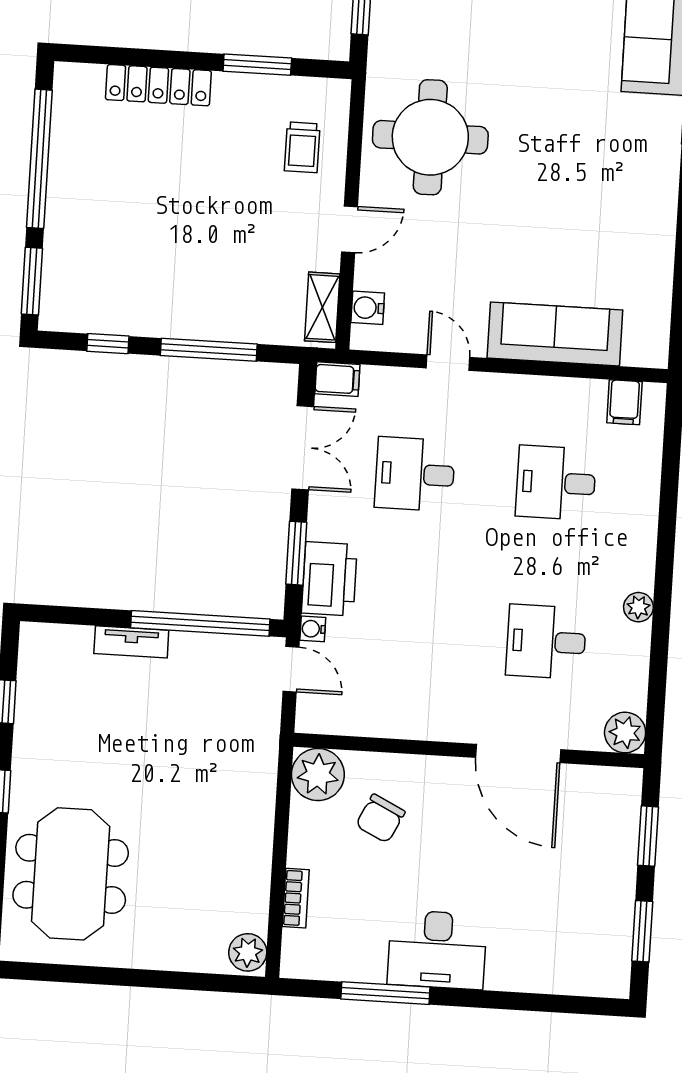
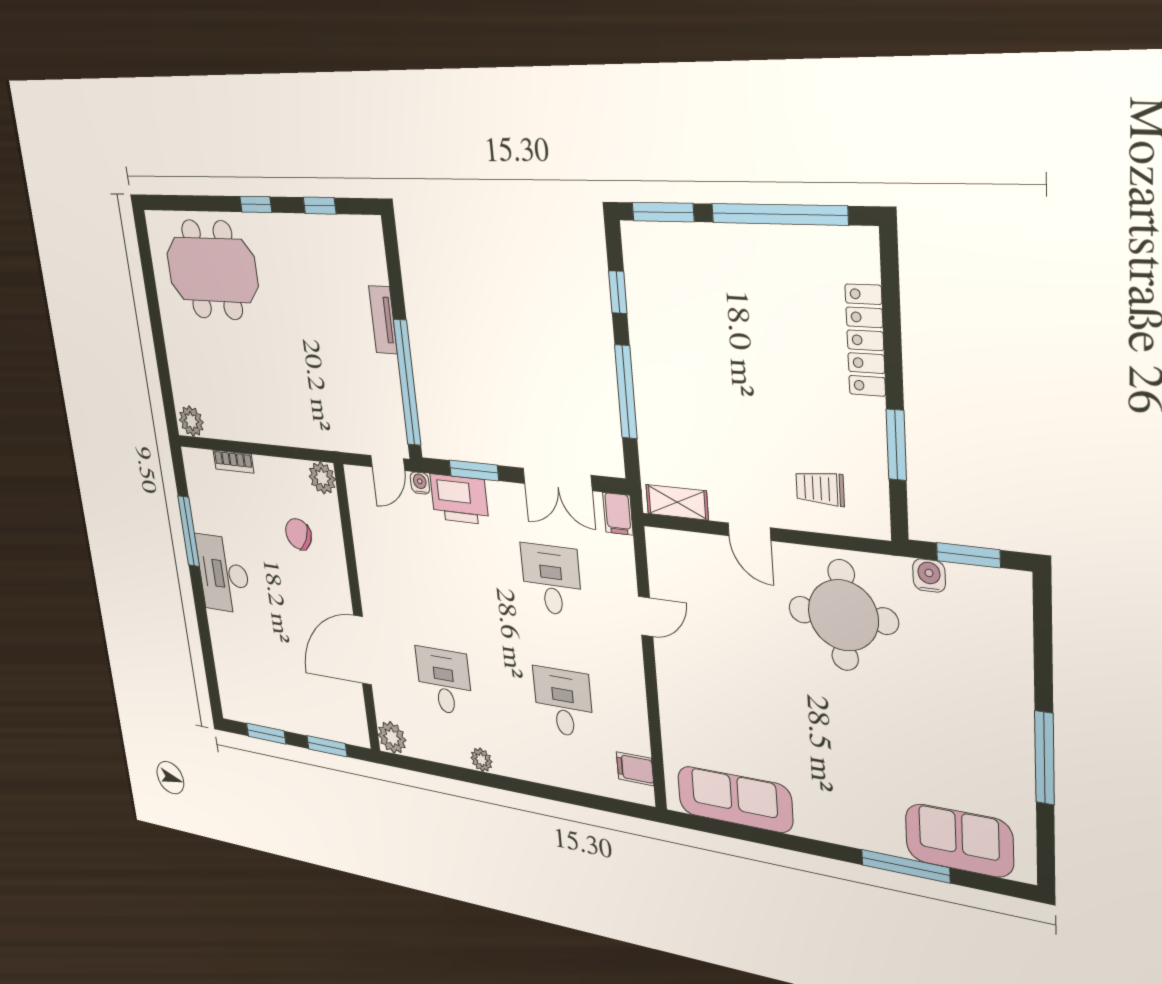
water cooler: (368, 308) -> (929, 575), moved
sofa: (555, 334) -> (735, 799), moved, turned -90
plant: (318, 775) -> (322, 478), width x0.73, depth x0.73

